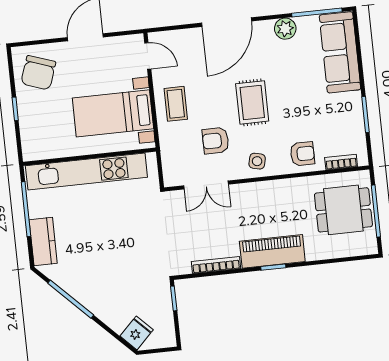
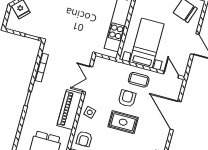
door: (227, 22) -> (176, 115), moved
door: (148, 56) -> (171, 75), swing flipped
armchair: (216, 141) -> (127, 99), moved
piano: (272, 251) -> (70, 110), moved, turned 180

